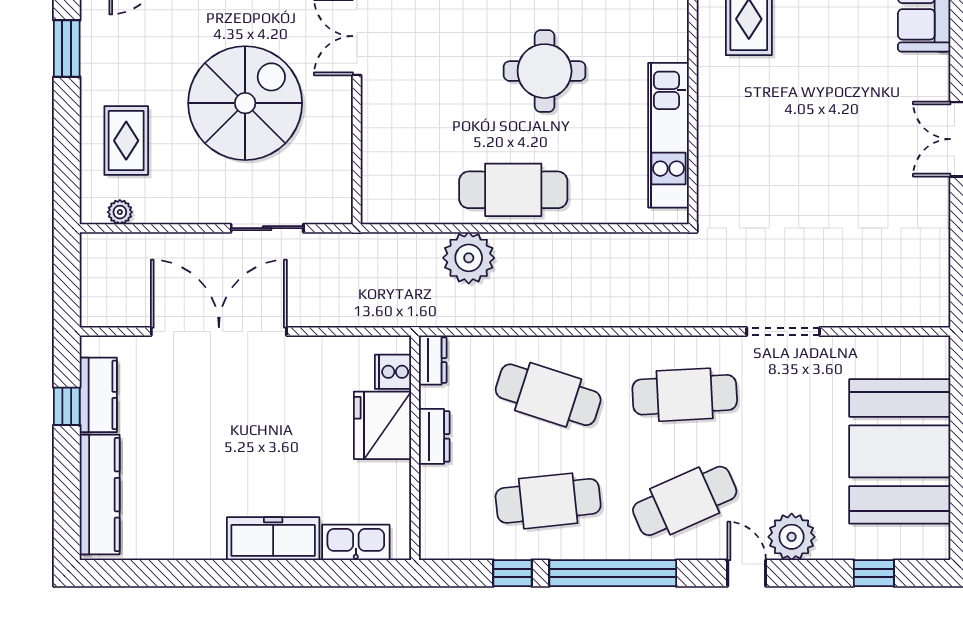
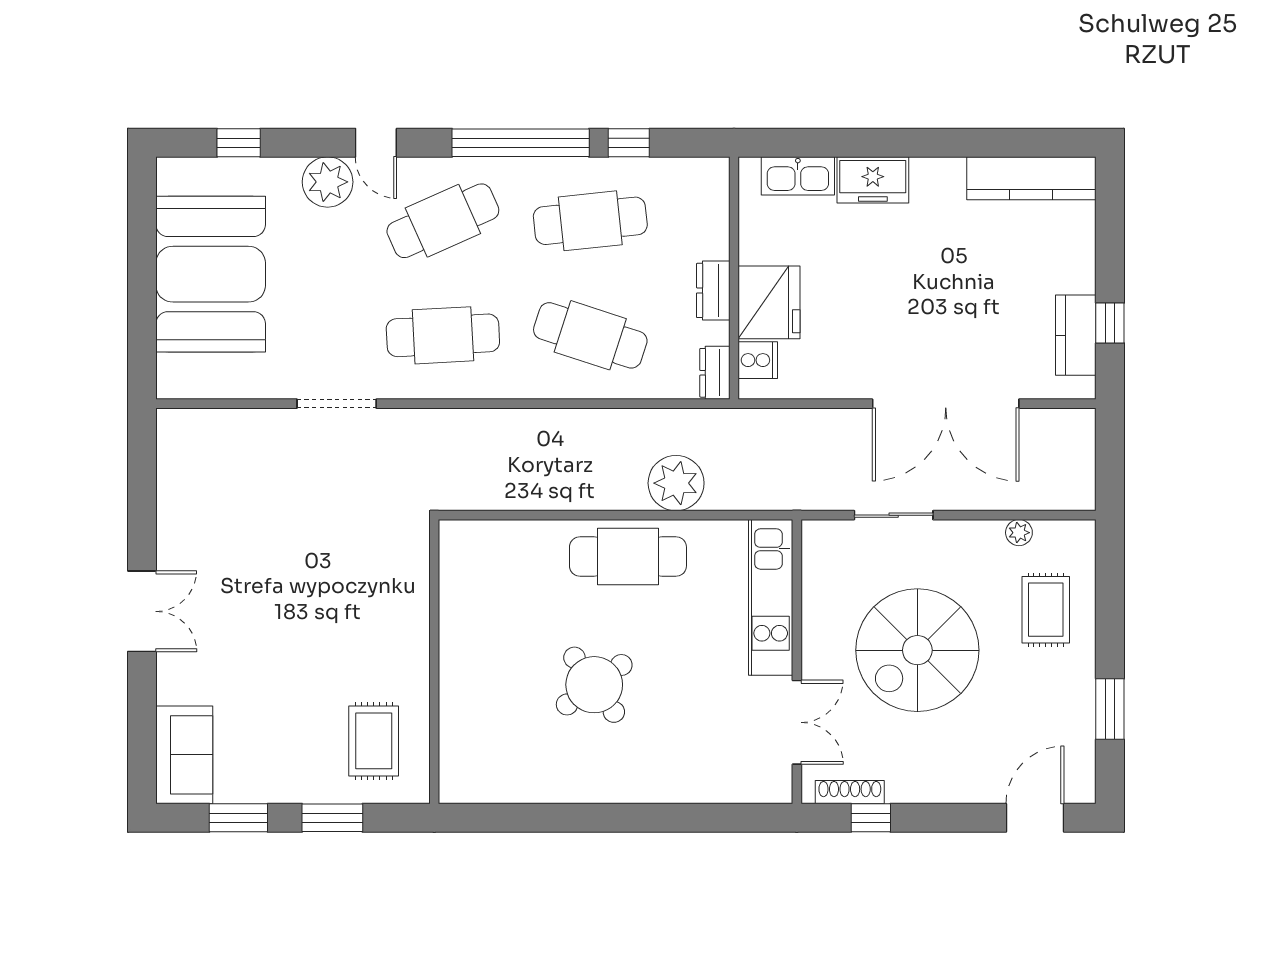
round table: (545, 71) -> (594, 685), turned -36
kitchen unit: (668, 135) -> (771, 597), moved, turned 180
plant: (120, 212) -> (1019, 533), moved
kitchen counter: (100, 495) -> (1031, 178), moved, turned -90
freezer: (273, 539) -> (873, 180), width x0.71

